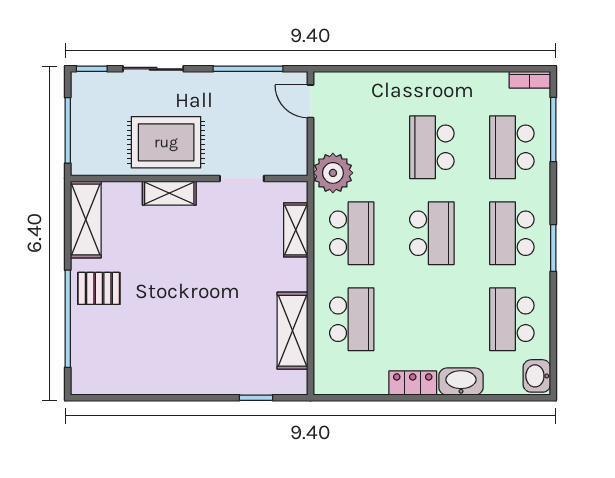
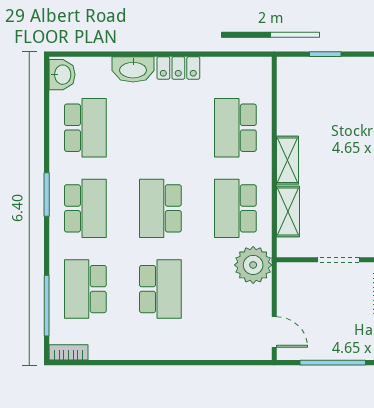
school desk: (512, 147) -> (85, 289), turned 180
shelving: (292, 331) -> (287, 160), moved, width x0.67, depth x0.75

